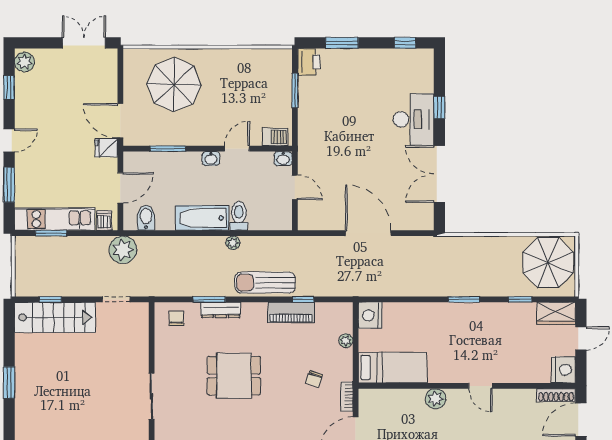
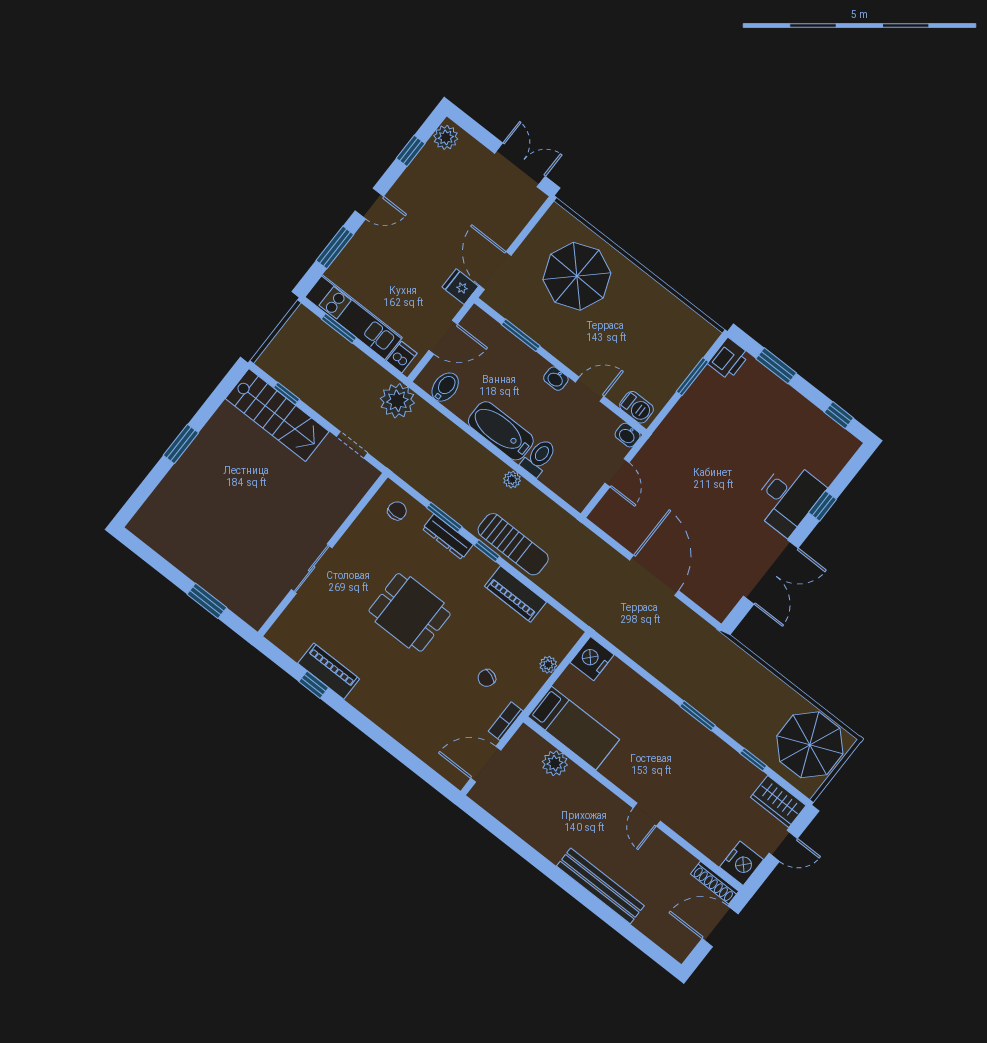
double door: (439, 174) -> (771, 572), swing flipped
sun lounger: (265, 283) -> (513, 544), turned 180
window: (303, 299) -> (487, 551), moved
plant: (436, 399) -> (555, 763), moved

